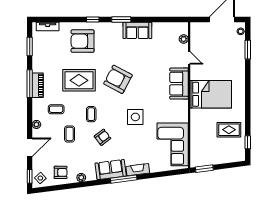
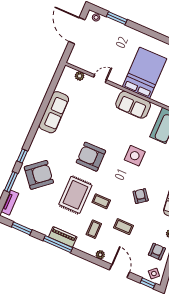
window: (121, 20) -> (11, 182), moved
sofa: (137, 30) -> (54, 112), width x1.36
armchair: (83, 41) -> (39, 175), turned -130
armchair: (118, 79) -> (91, 157), turned 62
sofa: (179, 84) -> (133, 105), moved
coffee table: (91, 114) -> (101, 201), moved

